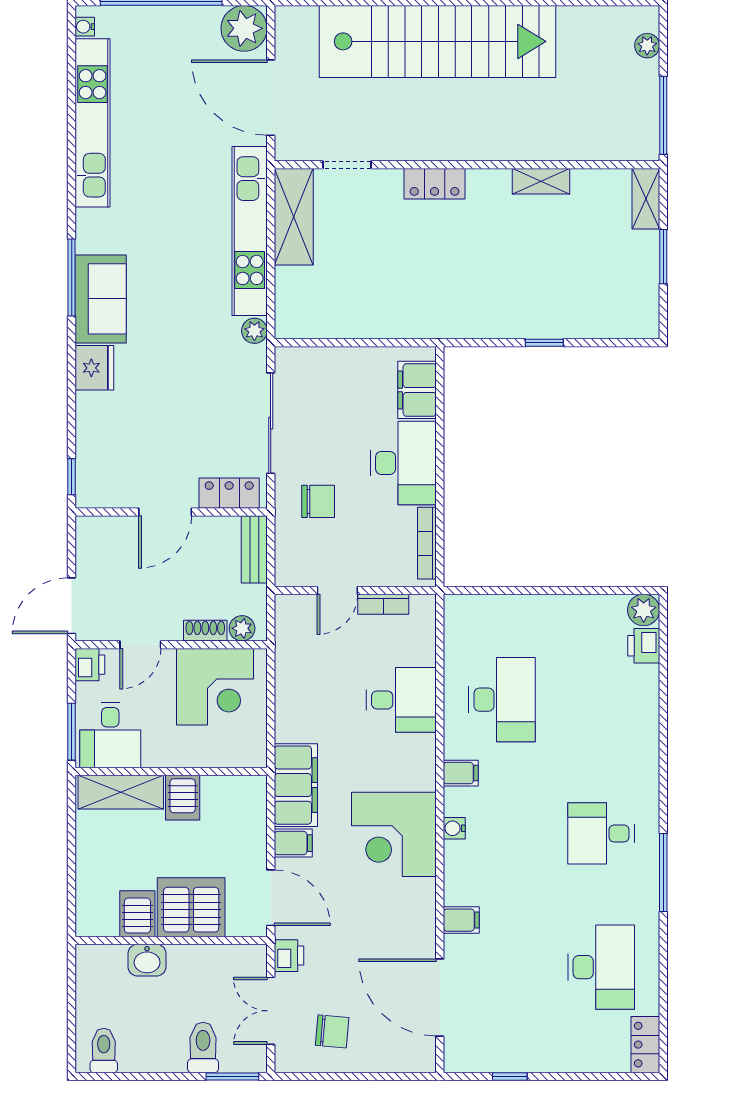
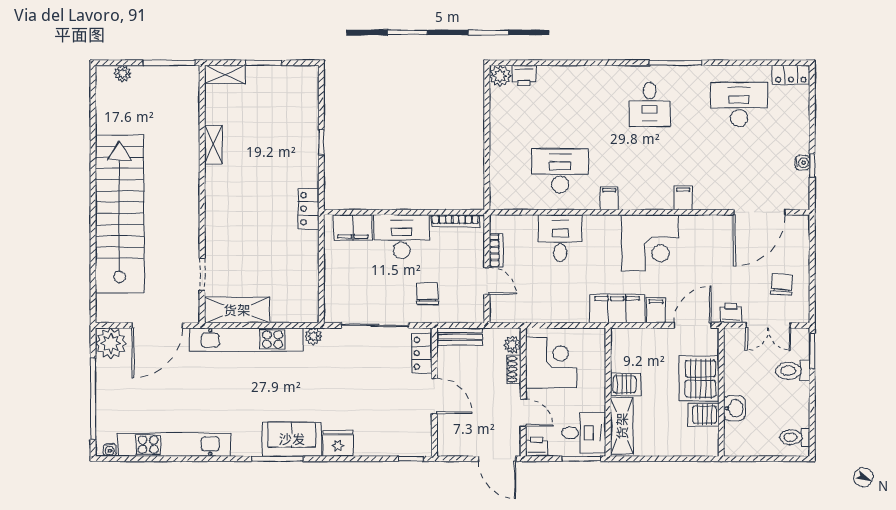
locker: (435, 184) -> (309, 209), moved, turned 180
water cooler: (454, 828) -> (802, 163), moved, turned -90
filing cabinet: (461, 920) -> (683, 198), moved

